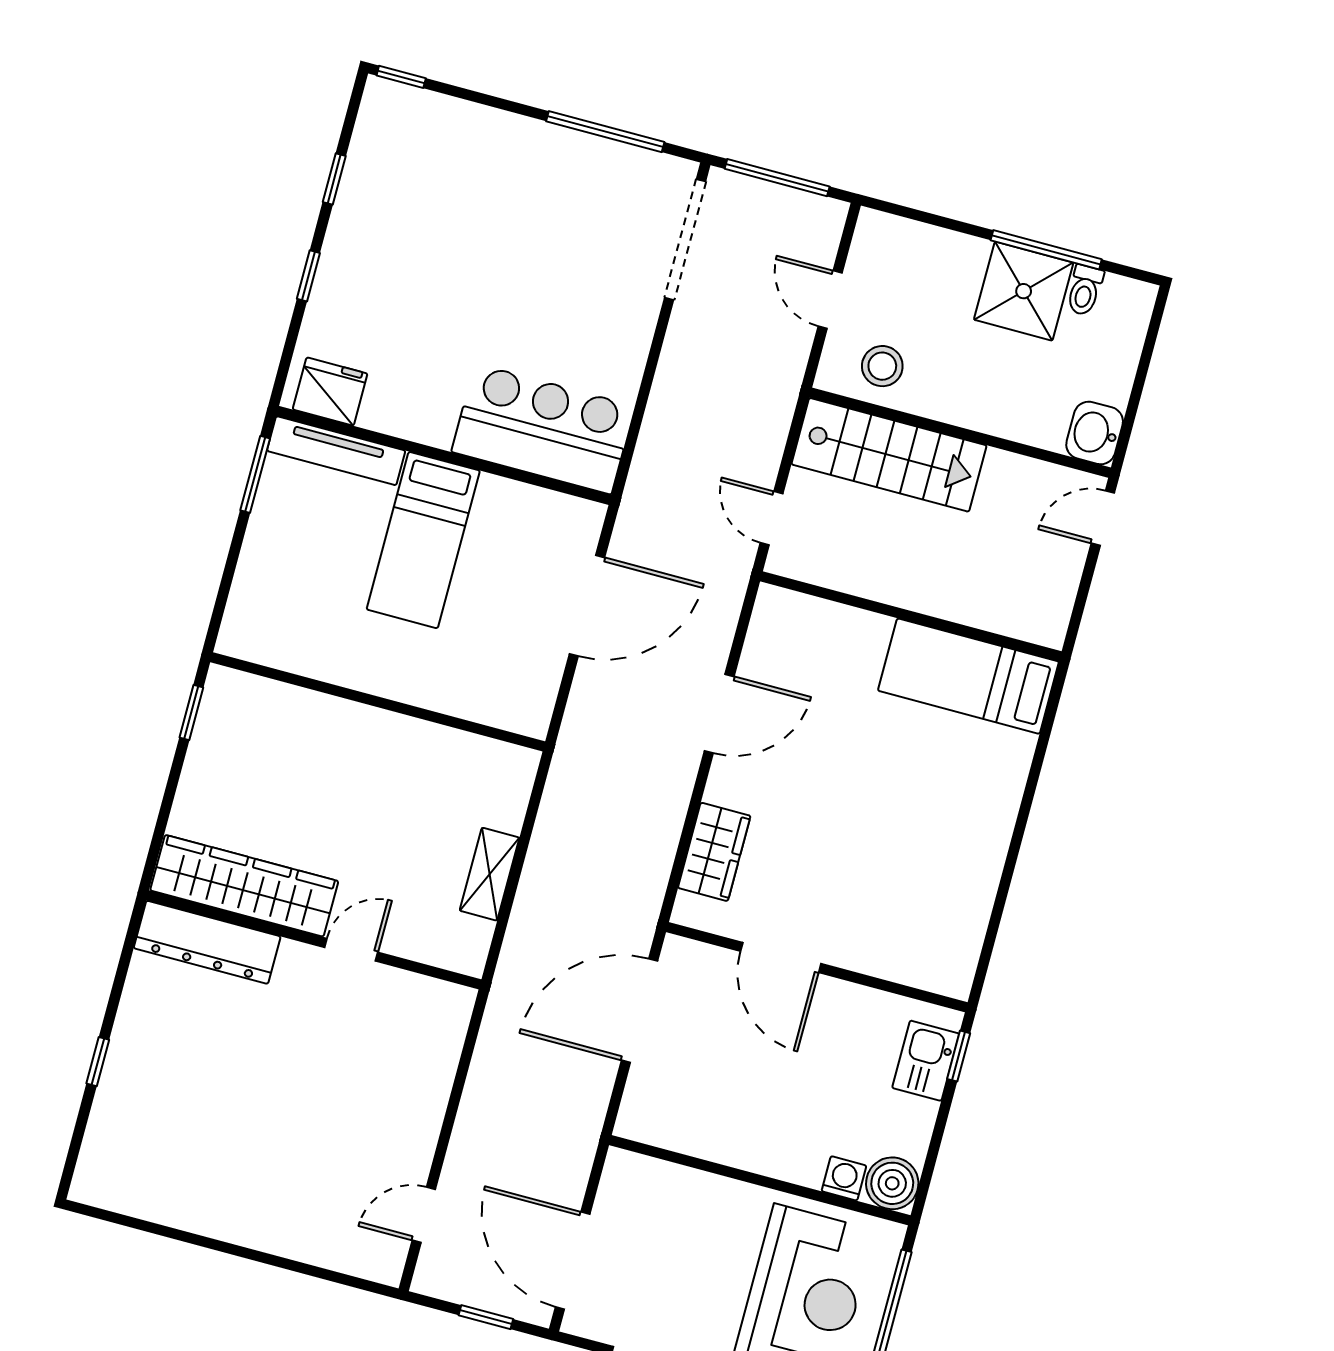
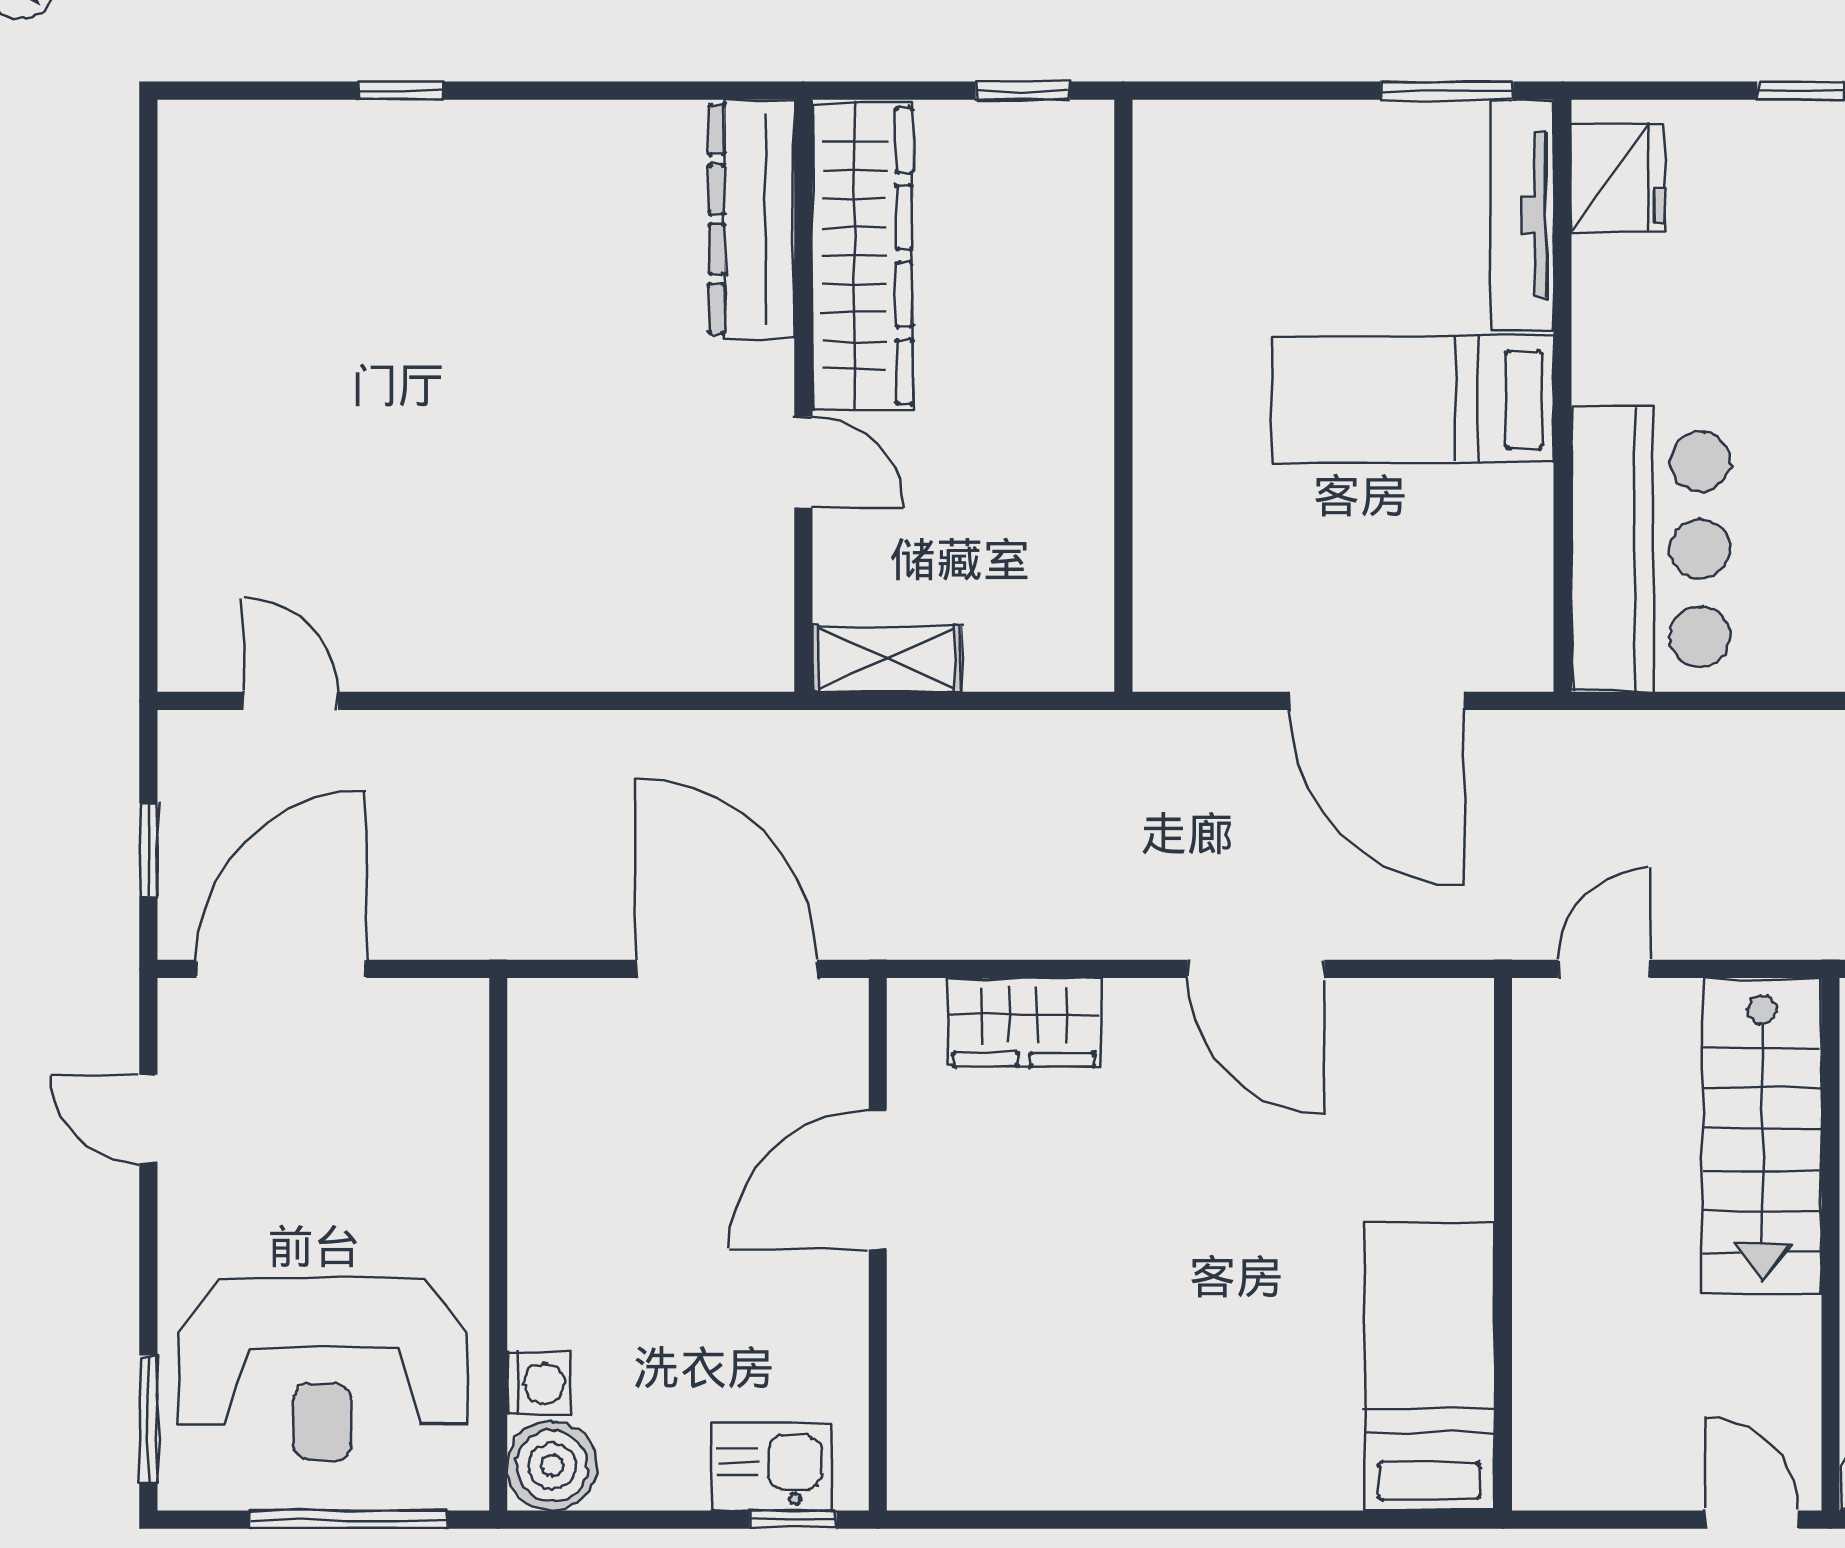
wardrobe: (244, 886) -> (862, 256), moved
wall: (314, 940) -> (803, 396), moved
dresser: (207, 942) -> (752, 219), moved
door: (351, 950) -> (803, 462), moved

